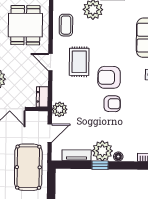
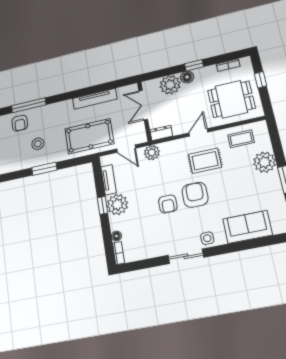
floor lamp: (118, 157) -> (116, 236), moved

